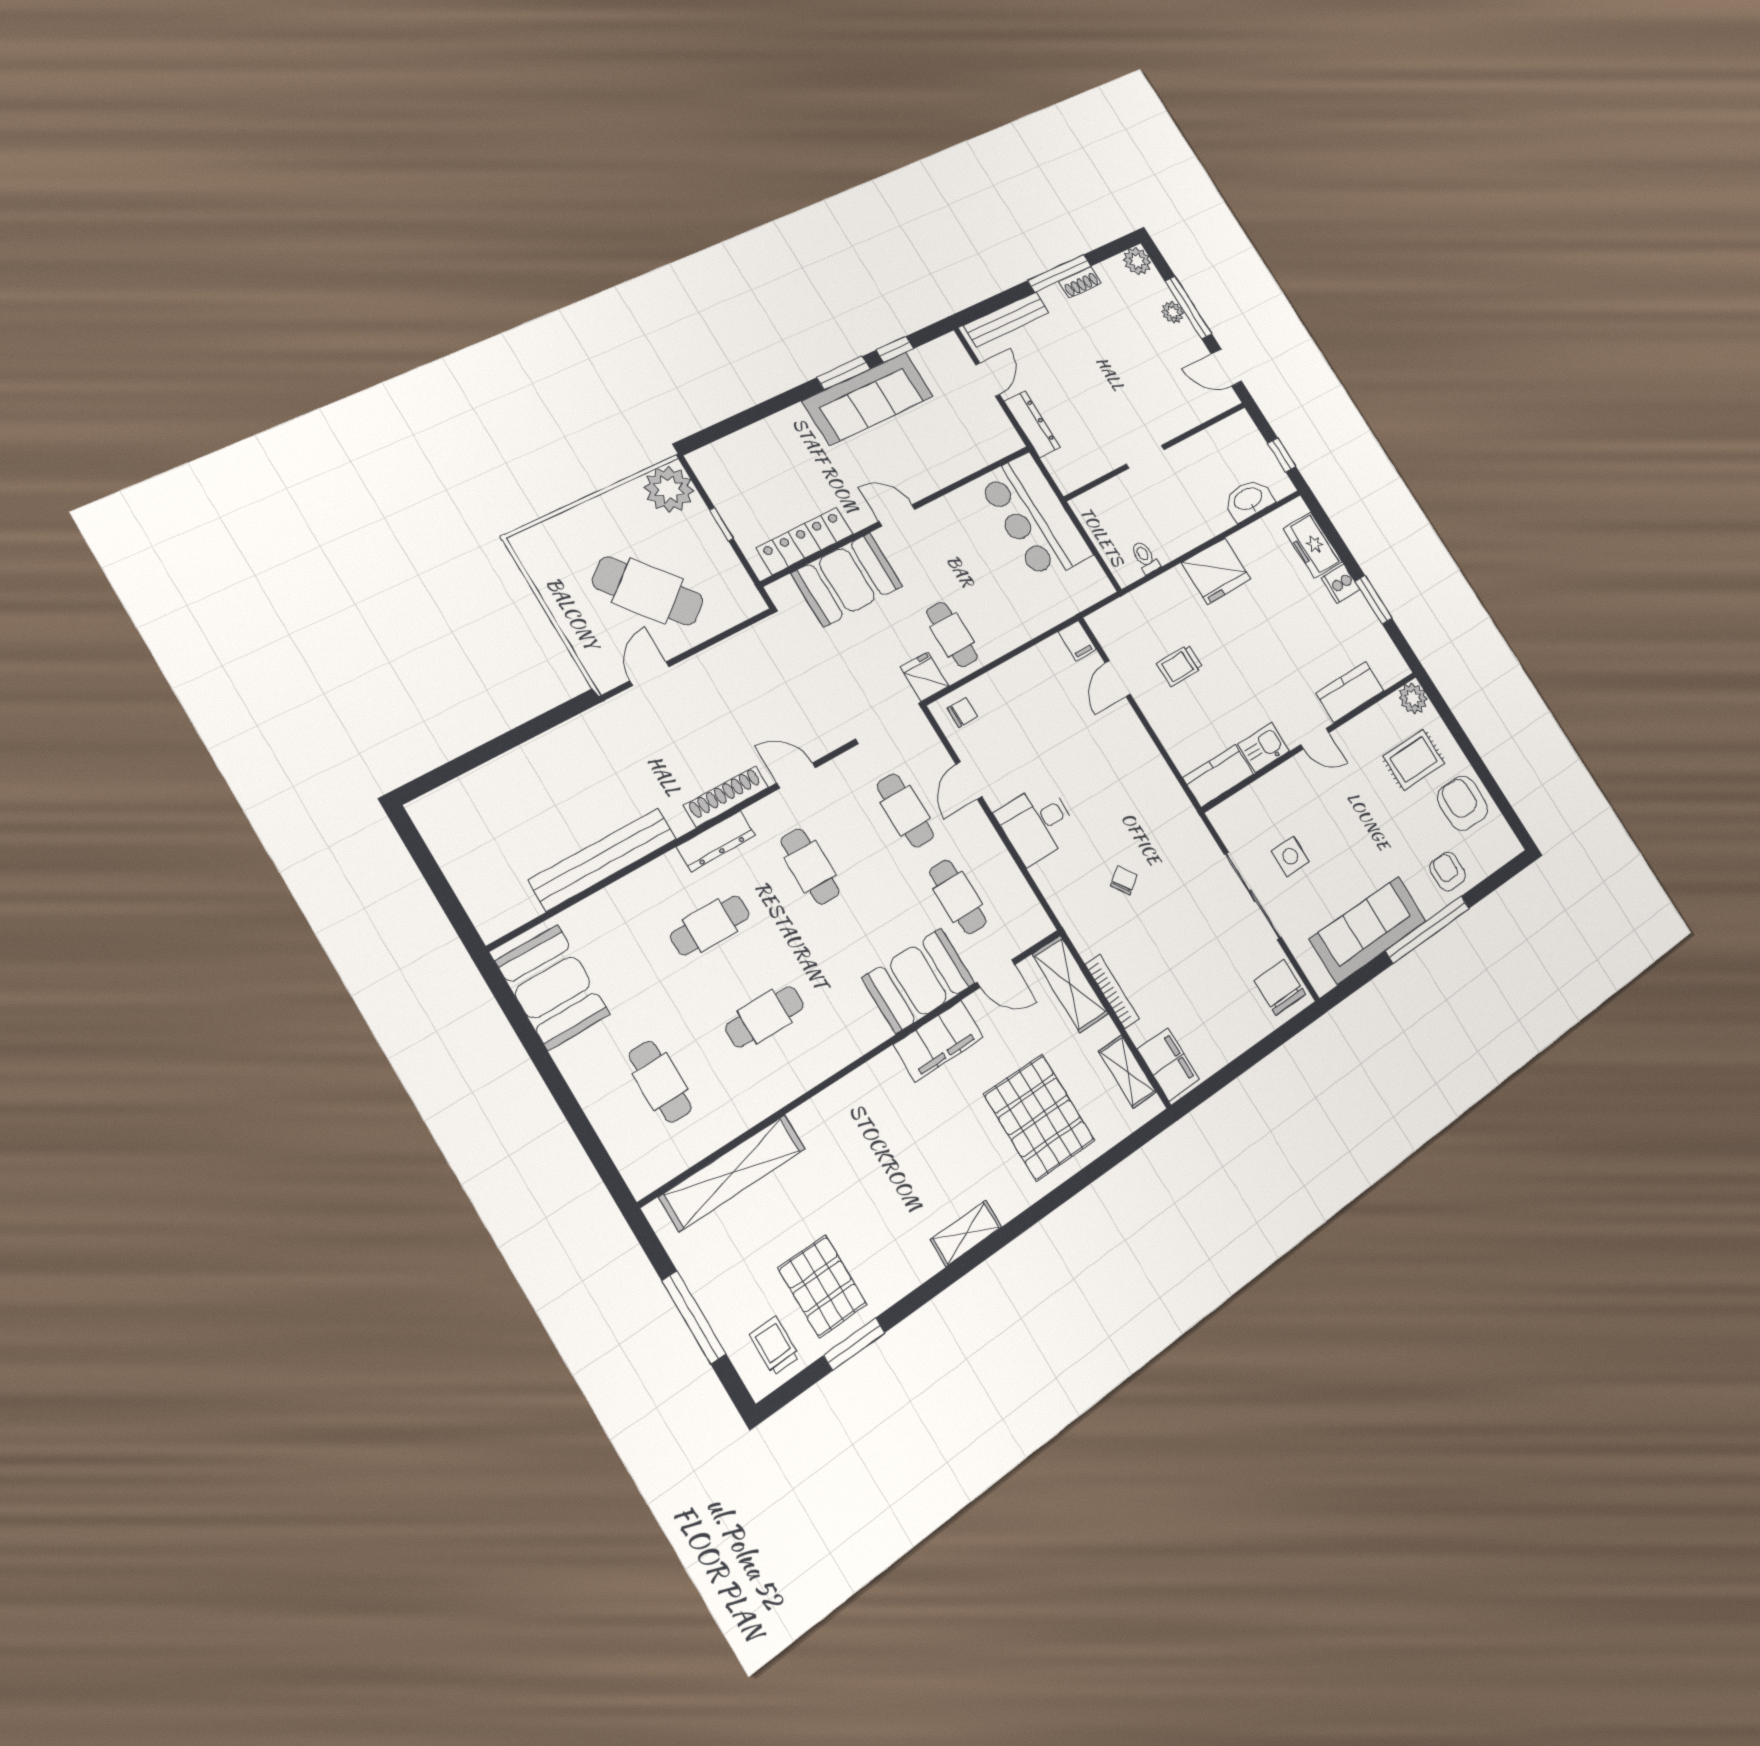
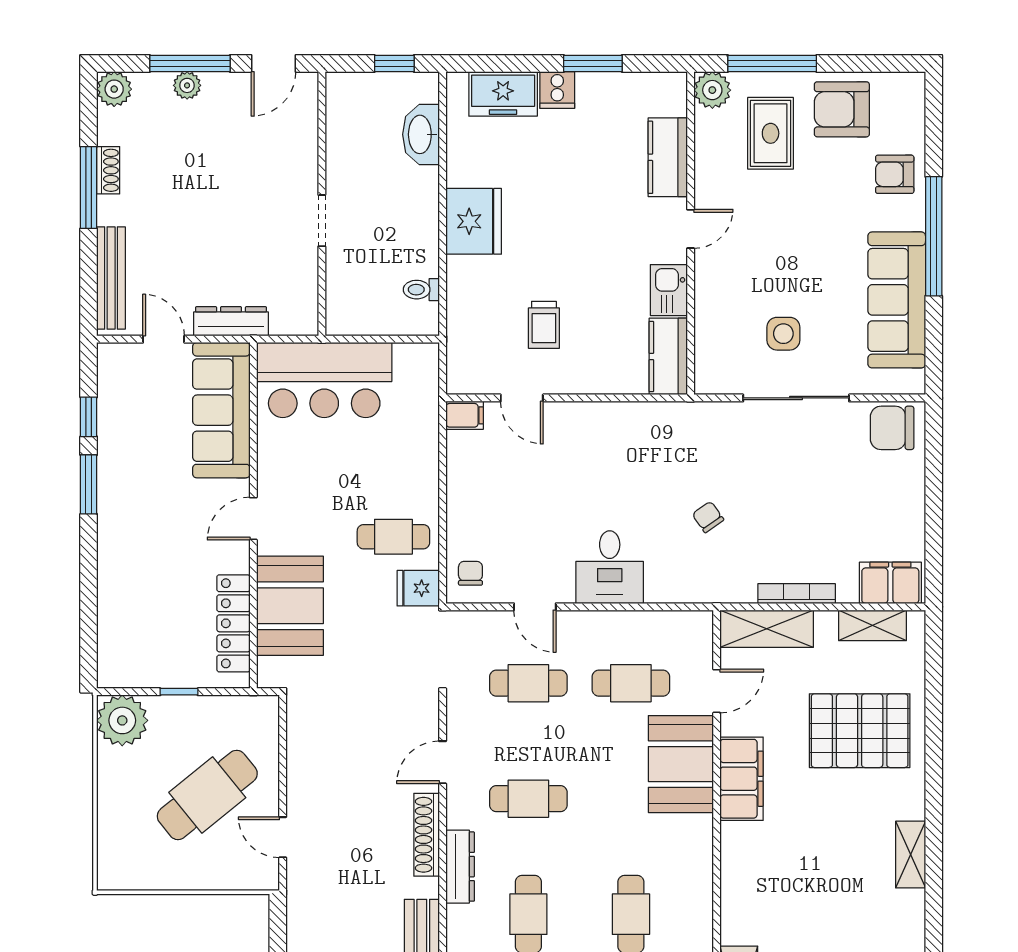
sofa: (868, 399) -> (221, 410), moved, turned 180
window: (1457, 732) -> (772, 63), added

